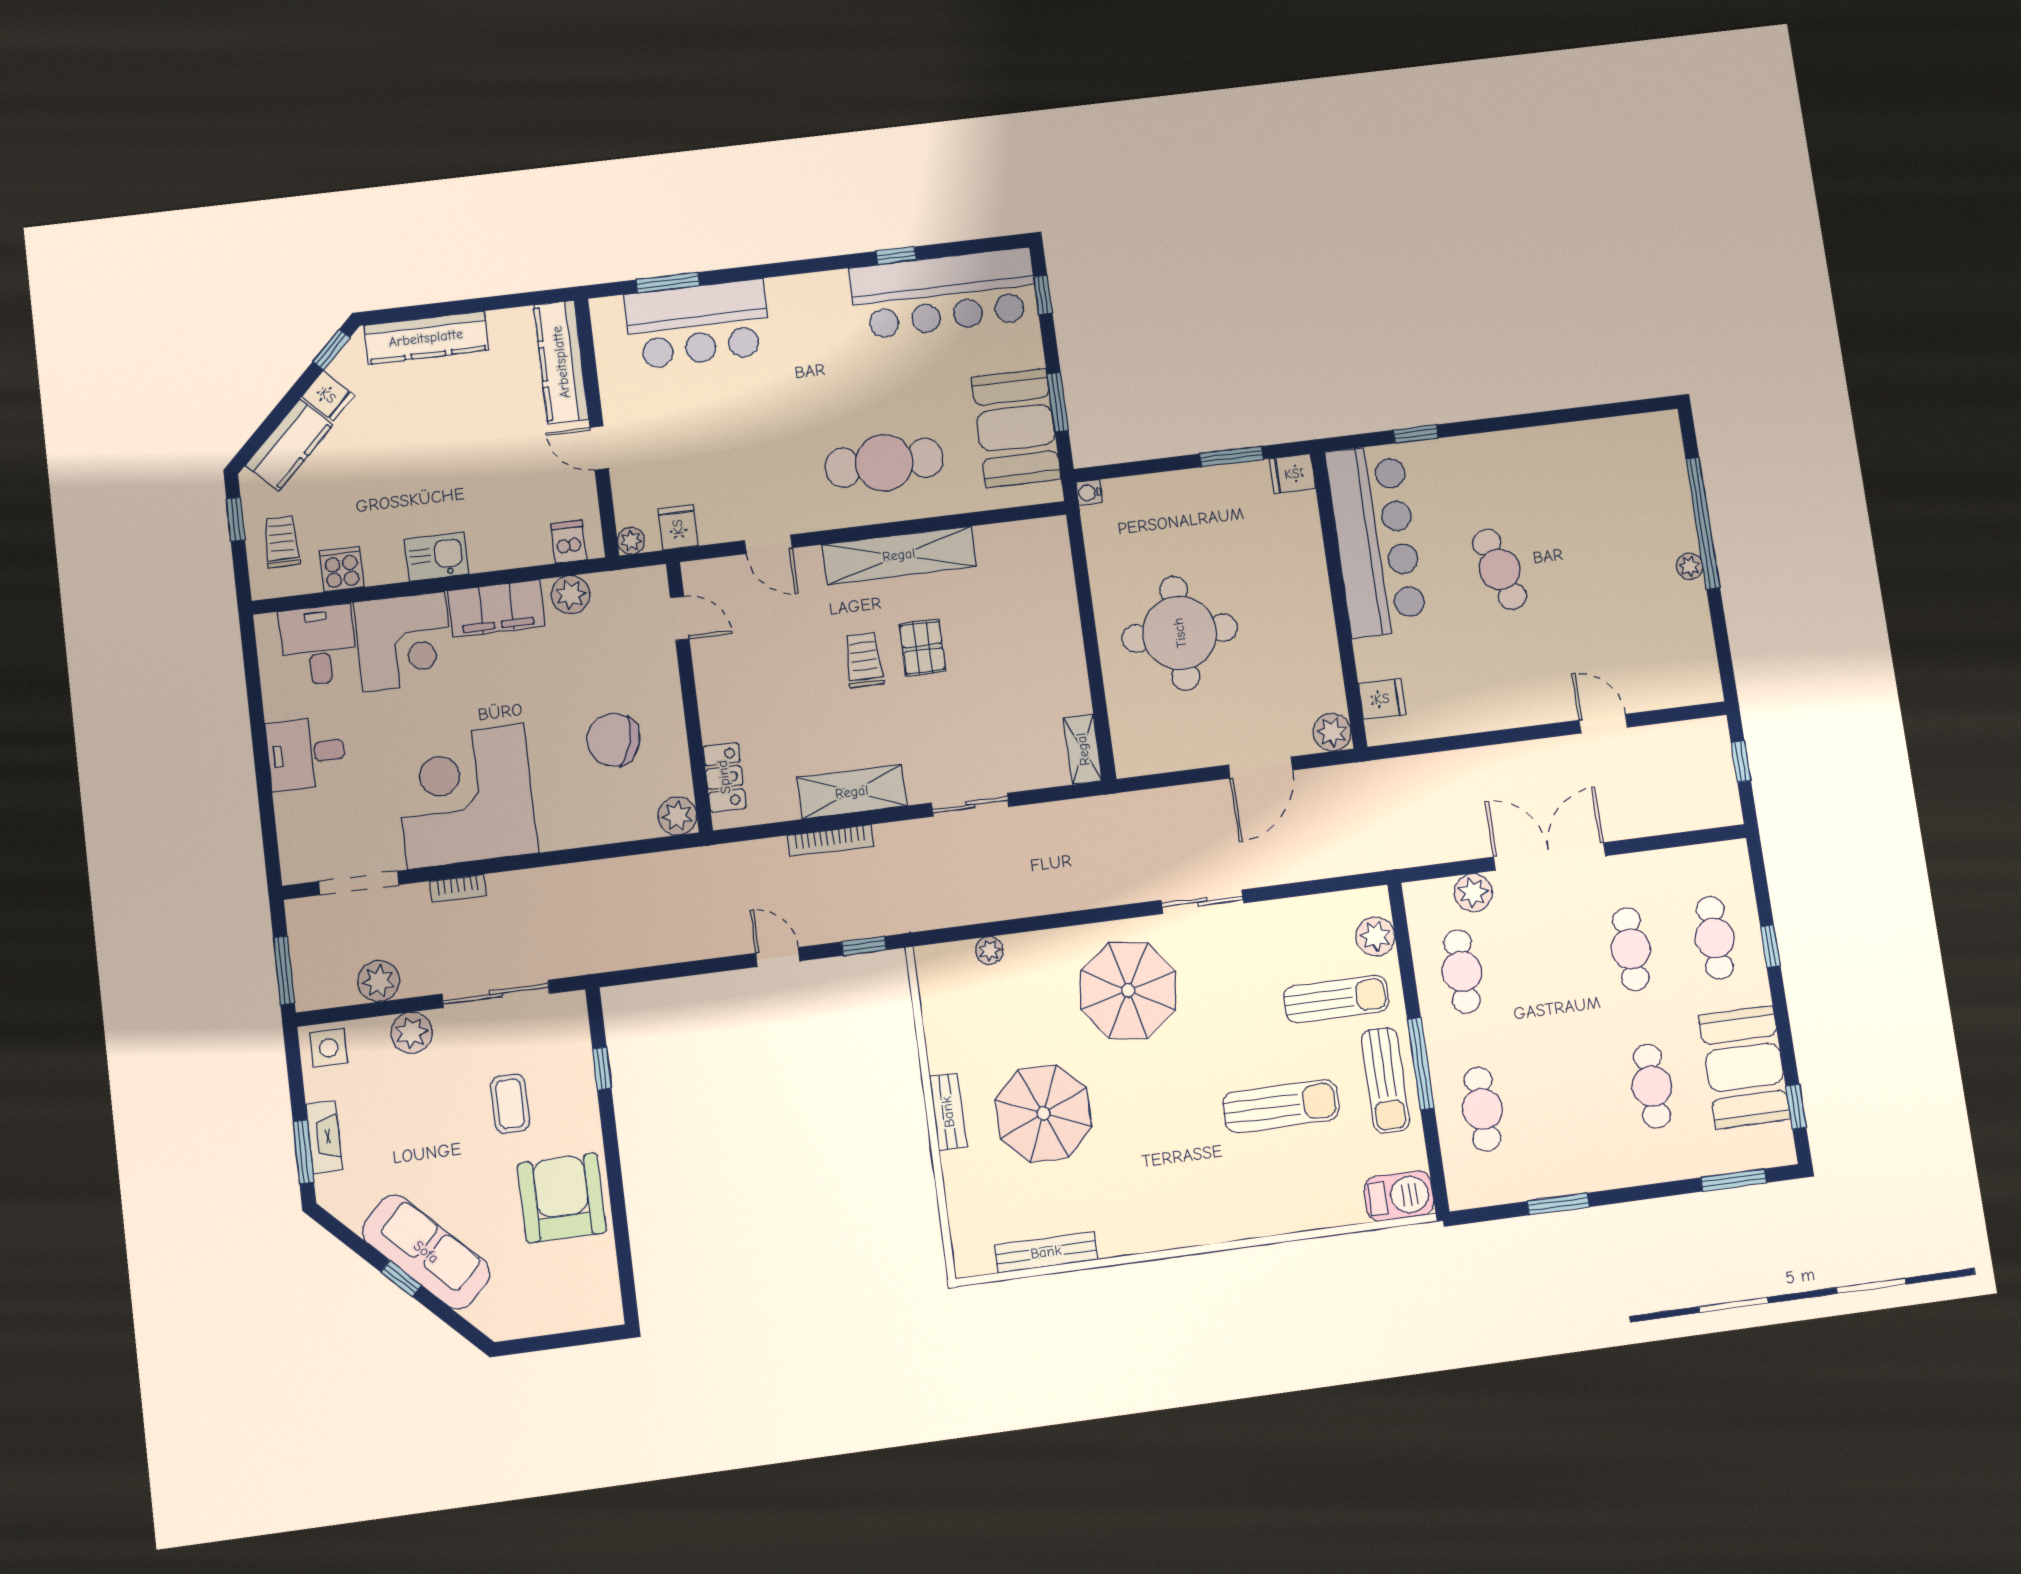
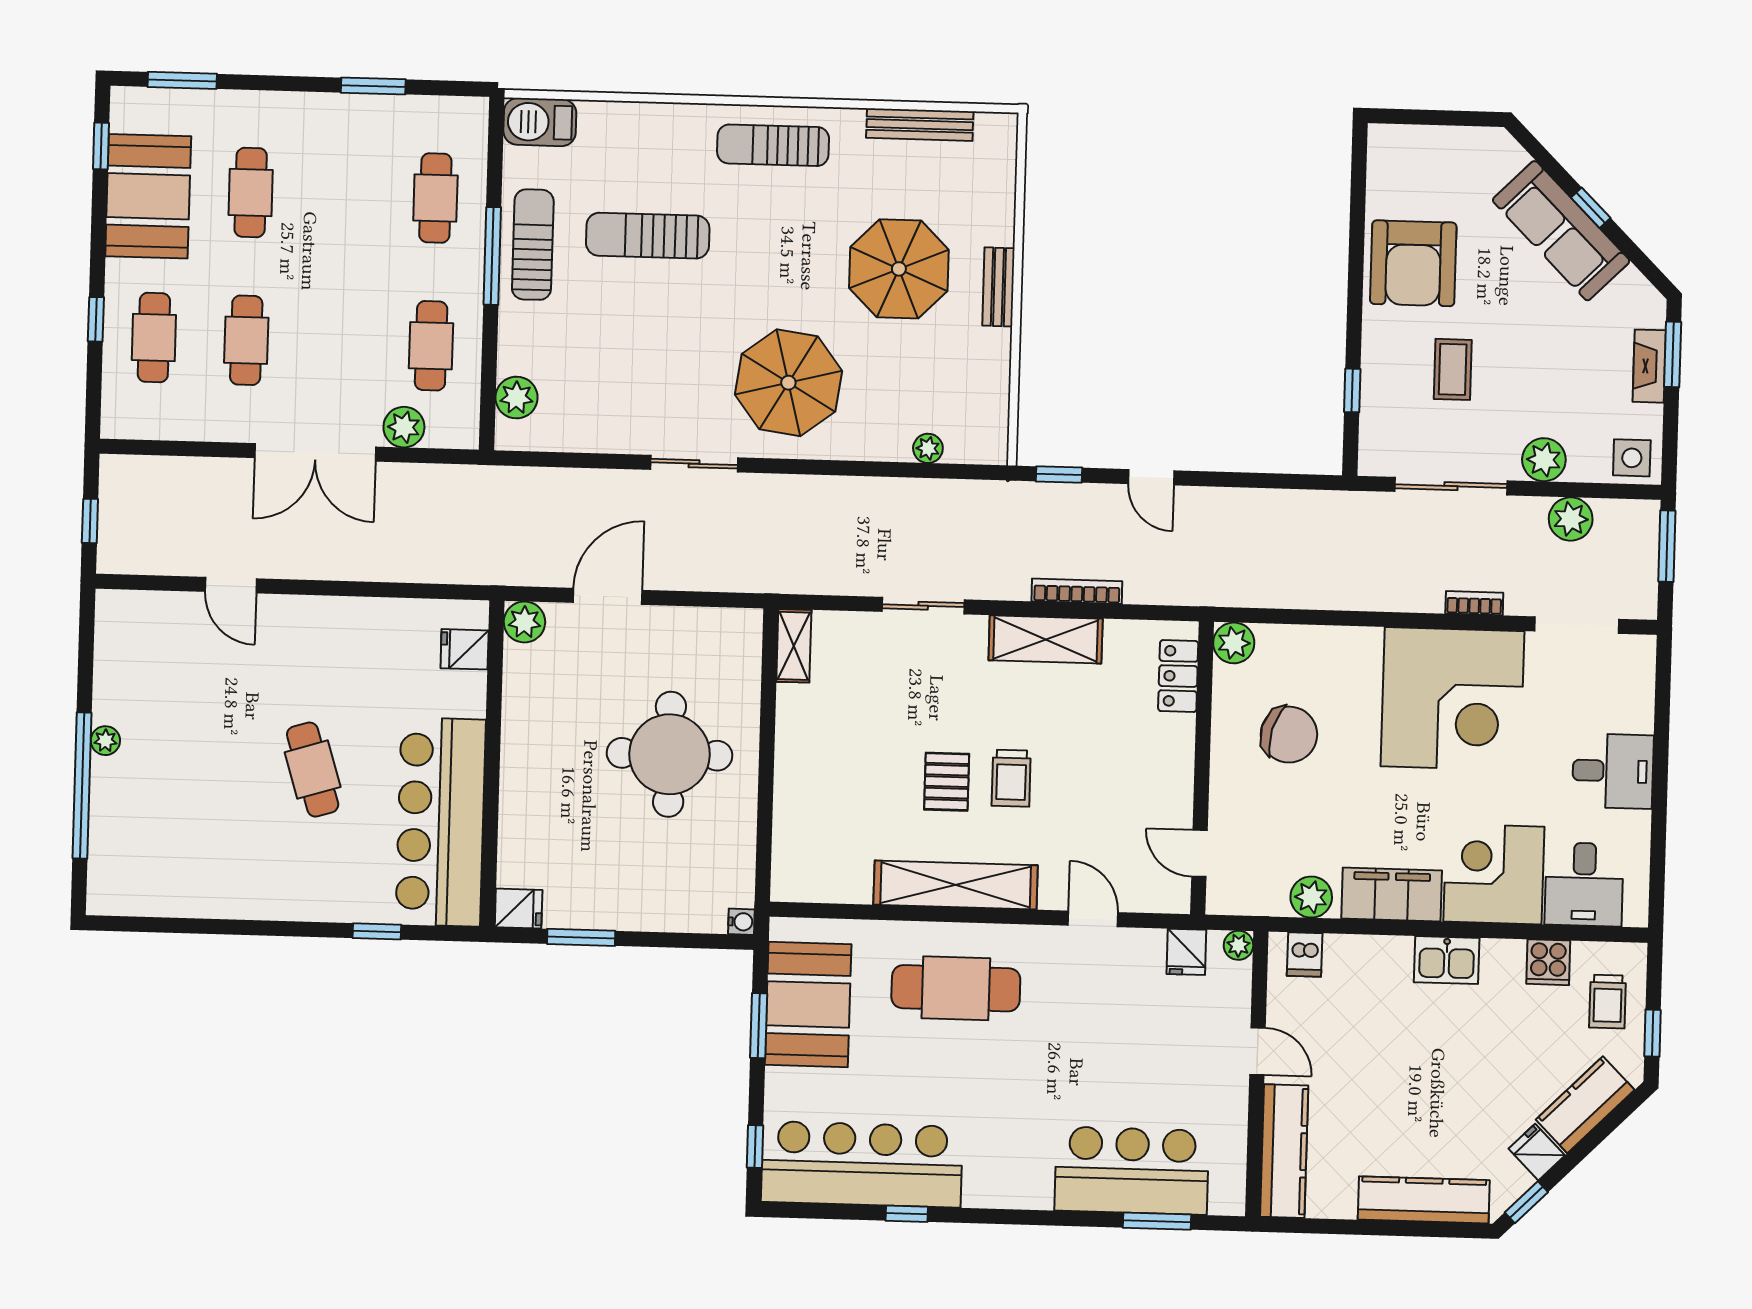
sun lounger: (1336, 999) -> (773, 145), moved

